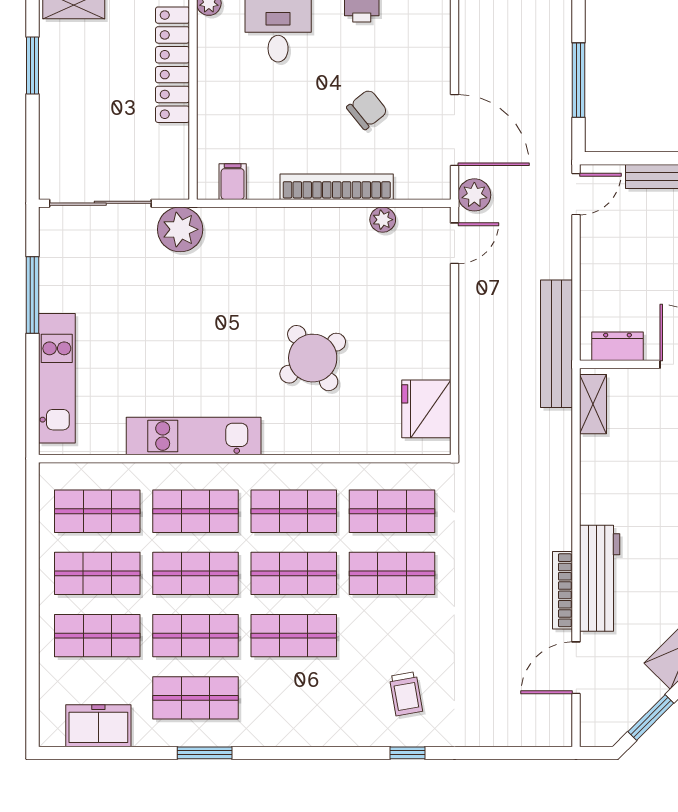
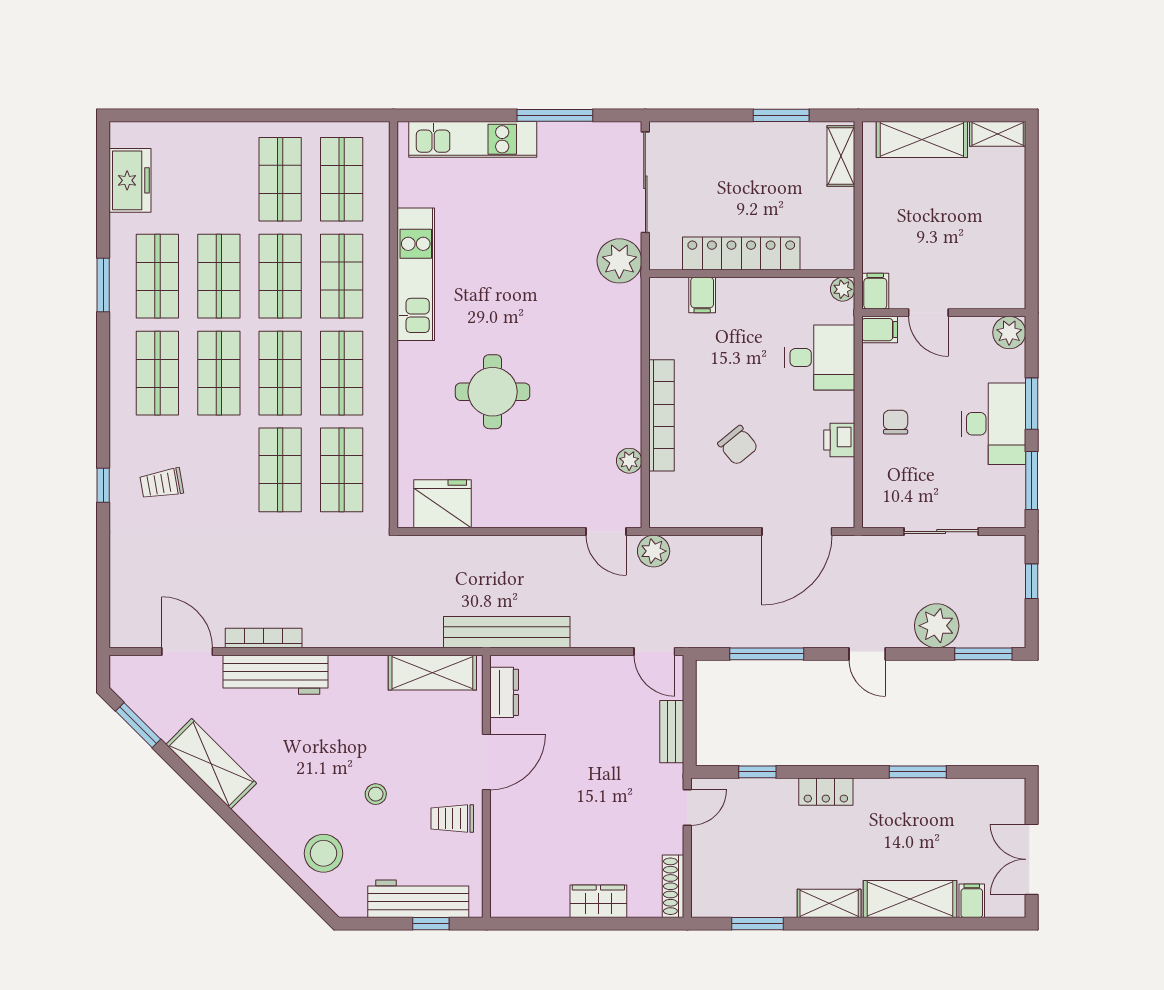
locker: (173, 65) -> (741, 253), moved
door: (454, 130) -> (797, 532), moved
filing cabinet: (233, 182) -> (702, 295), moved, turned 90
round table: (313, 358) -> (493, 392), turned 34
shelving: (593, 404) -> (432, 673), width x1.50, depth x1.33
shop shelf: (97, 636) -> (157, 373), moved

